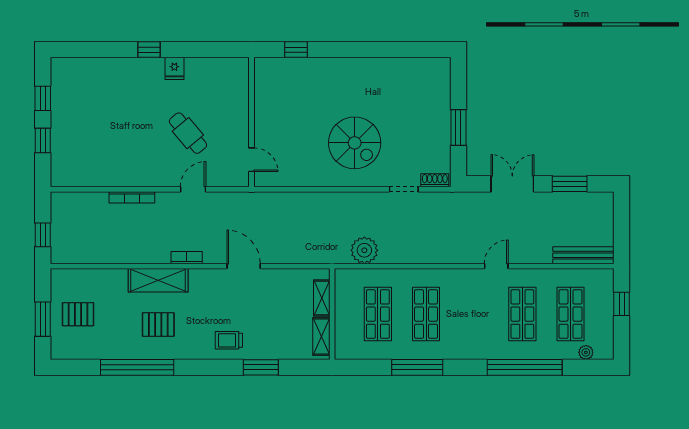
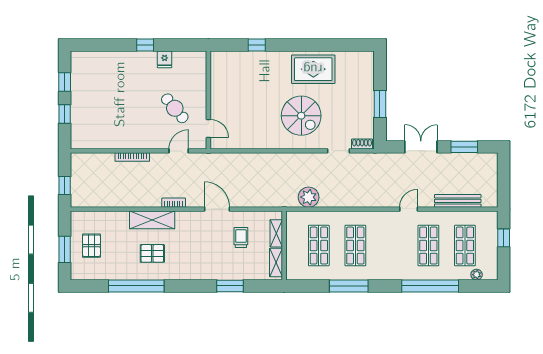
rug: (371, 82) -> (313, 69), added
wall: (252, 122) -> (208, 100), moved
door: (252, 160) -> (208, 128), moved
bench: (583, 255) -> (458, 201), moved
pallet: (78, 314) -> (91, 246), turned 90
trolley: (229, 340) -> (241, 238), moved, turned 90

